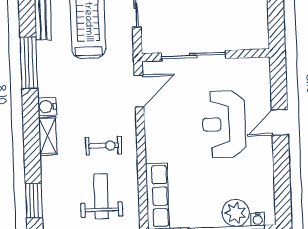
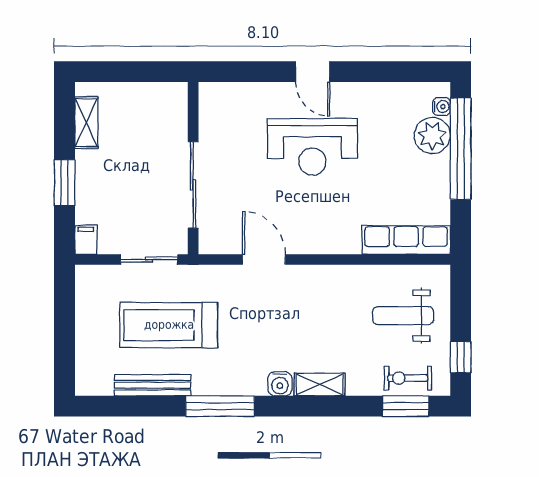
wall: (206, 55) -> (193, 168), moved
sliding door: (193, 56) -> (193, 185), moved
exercise bike: (104, 146) -> (408, 378), moved, turned -90

